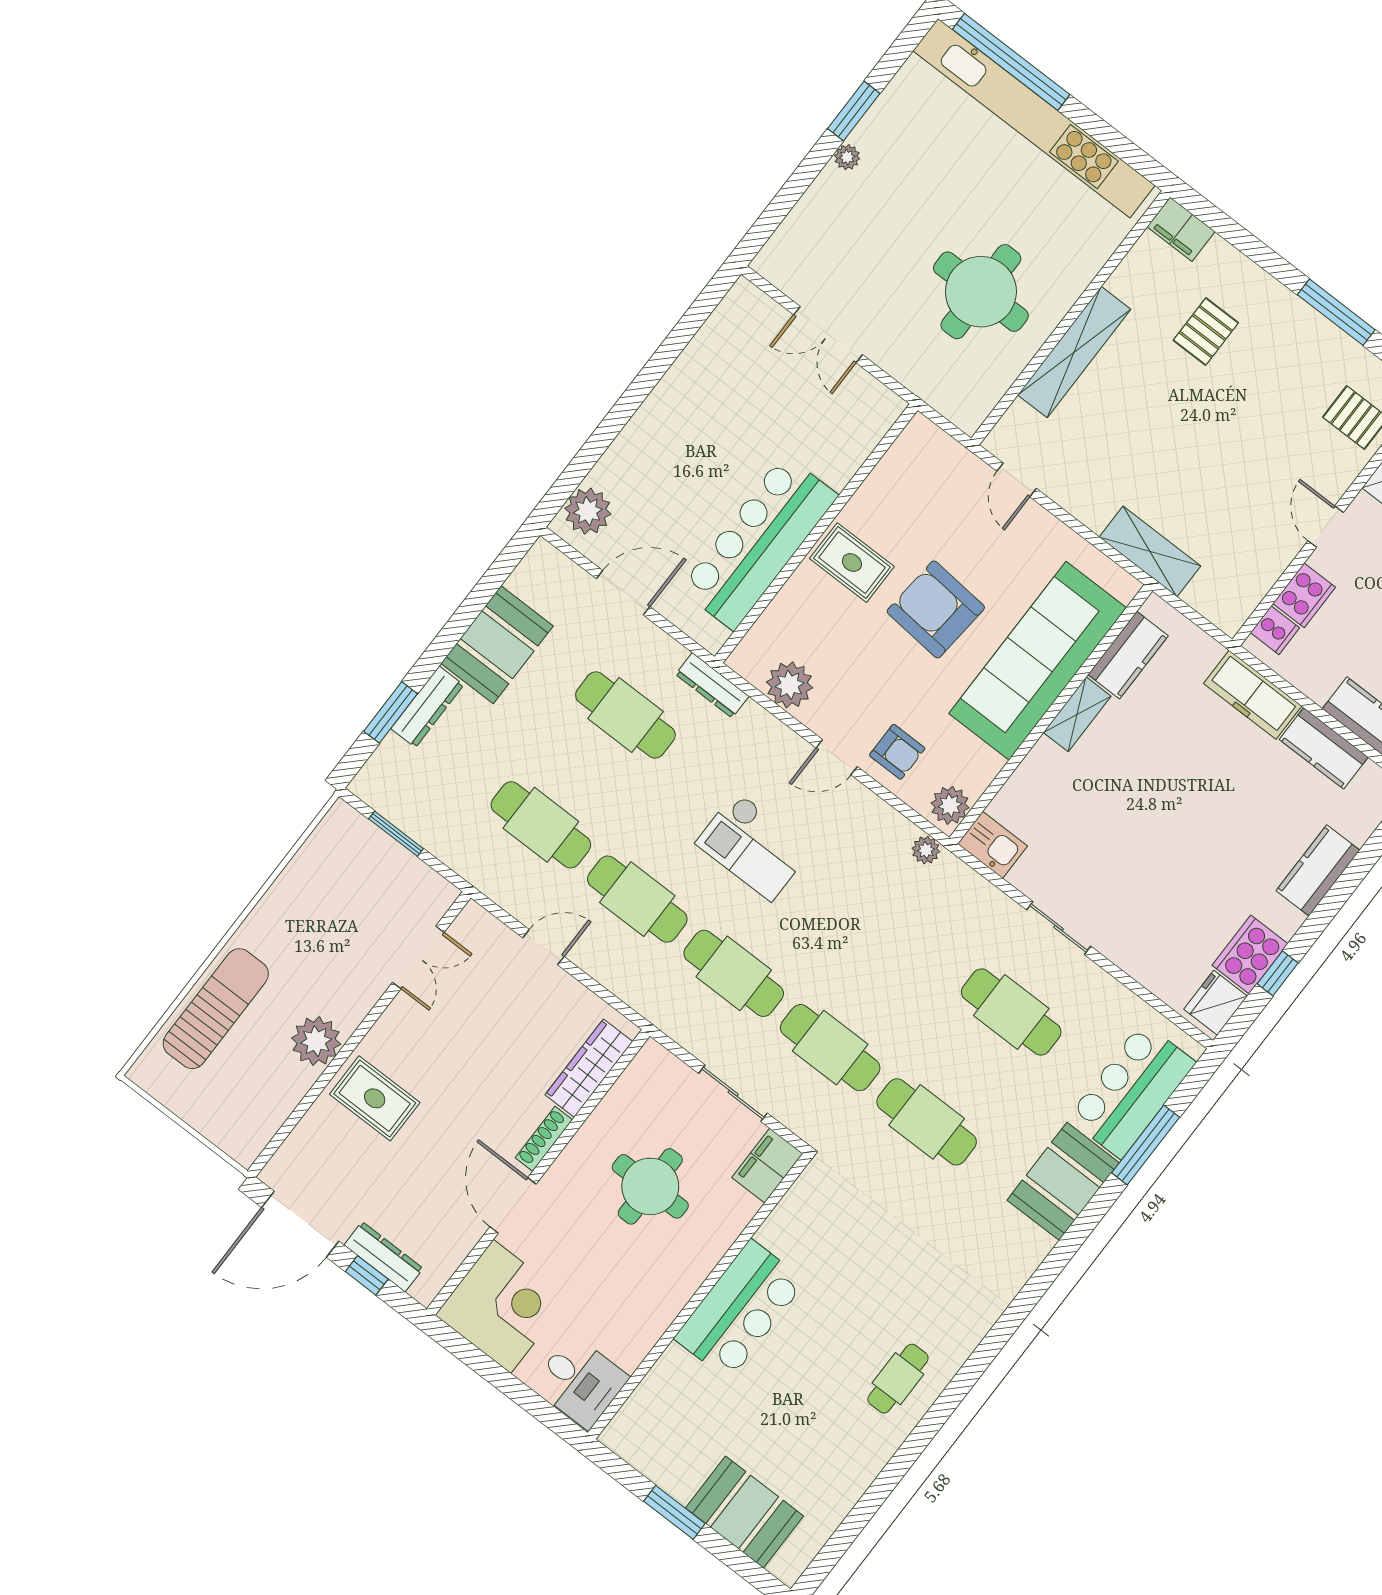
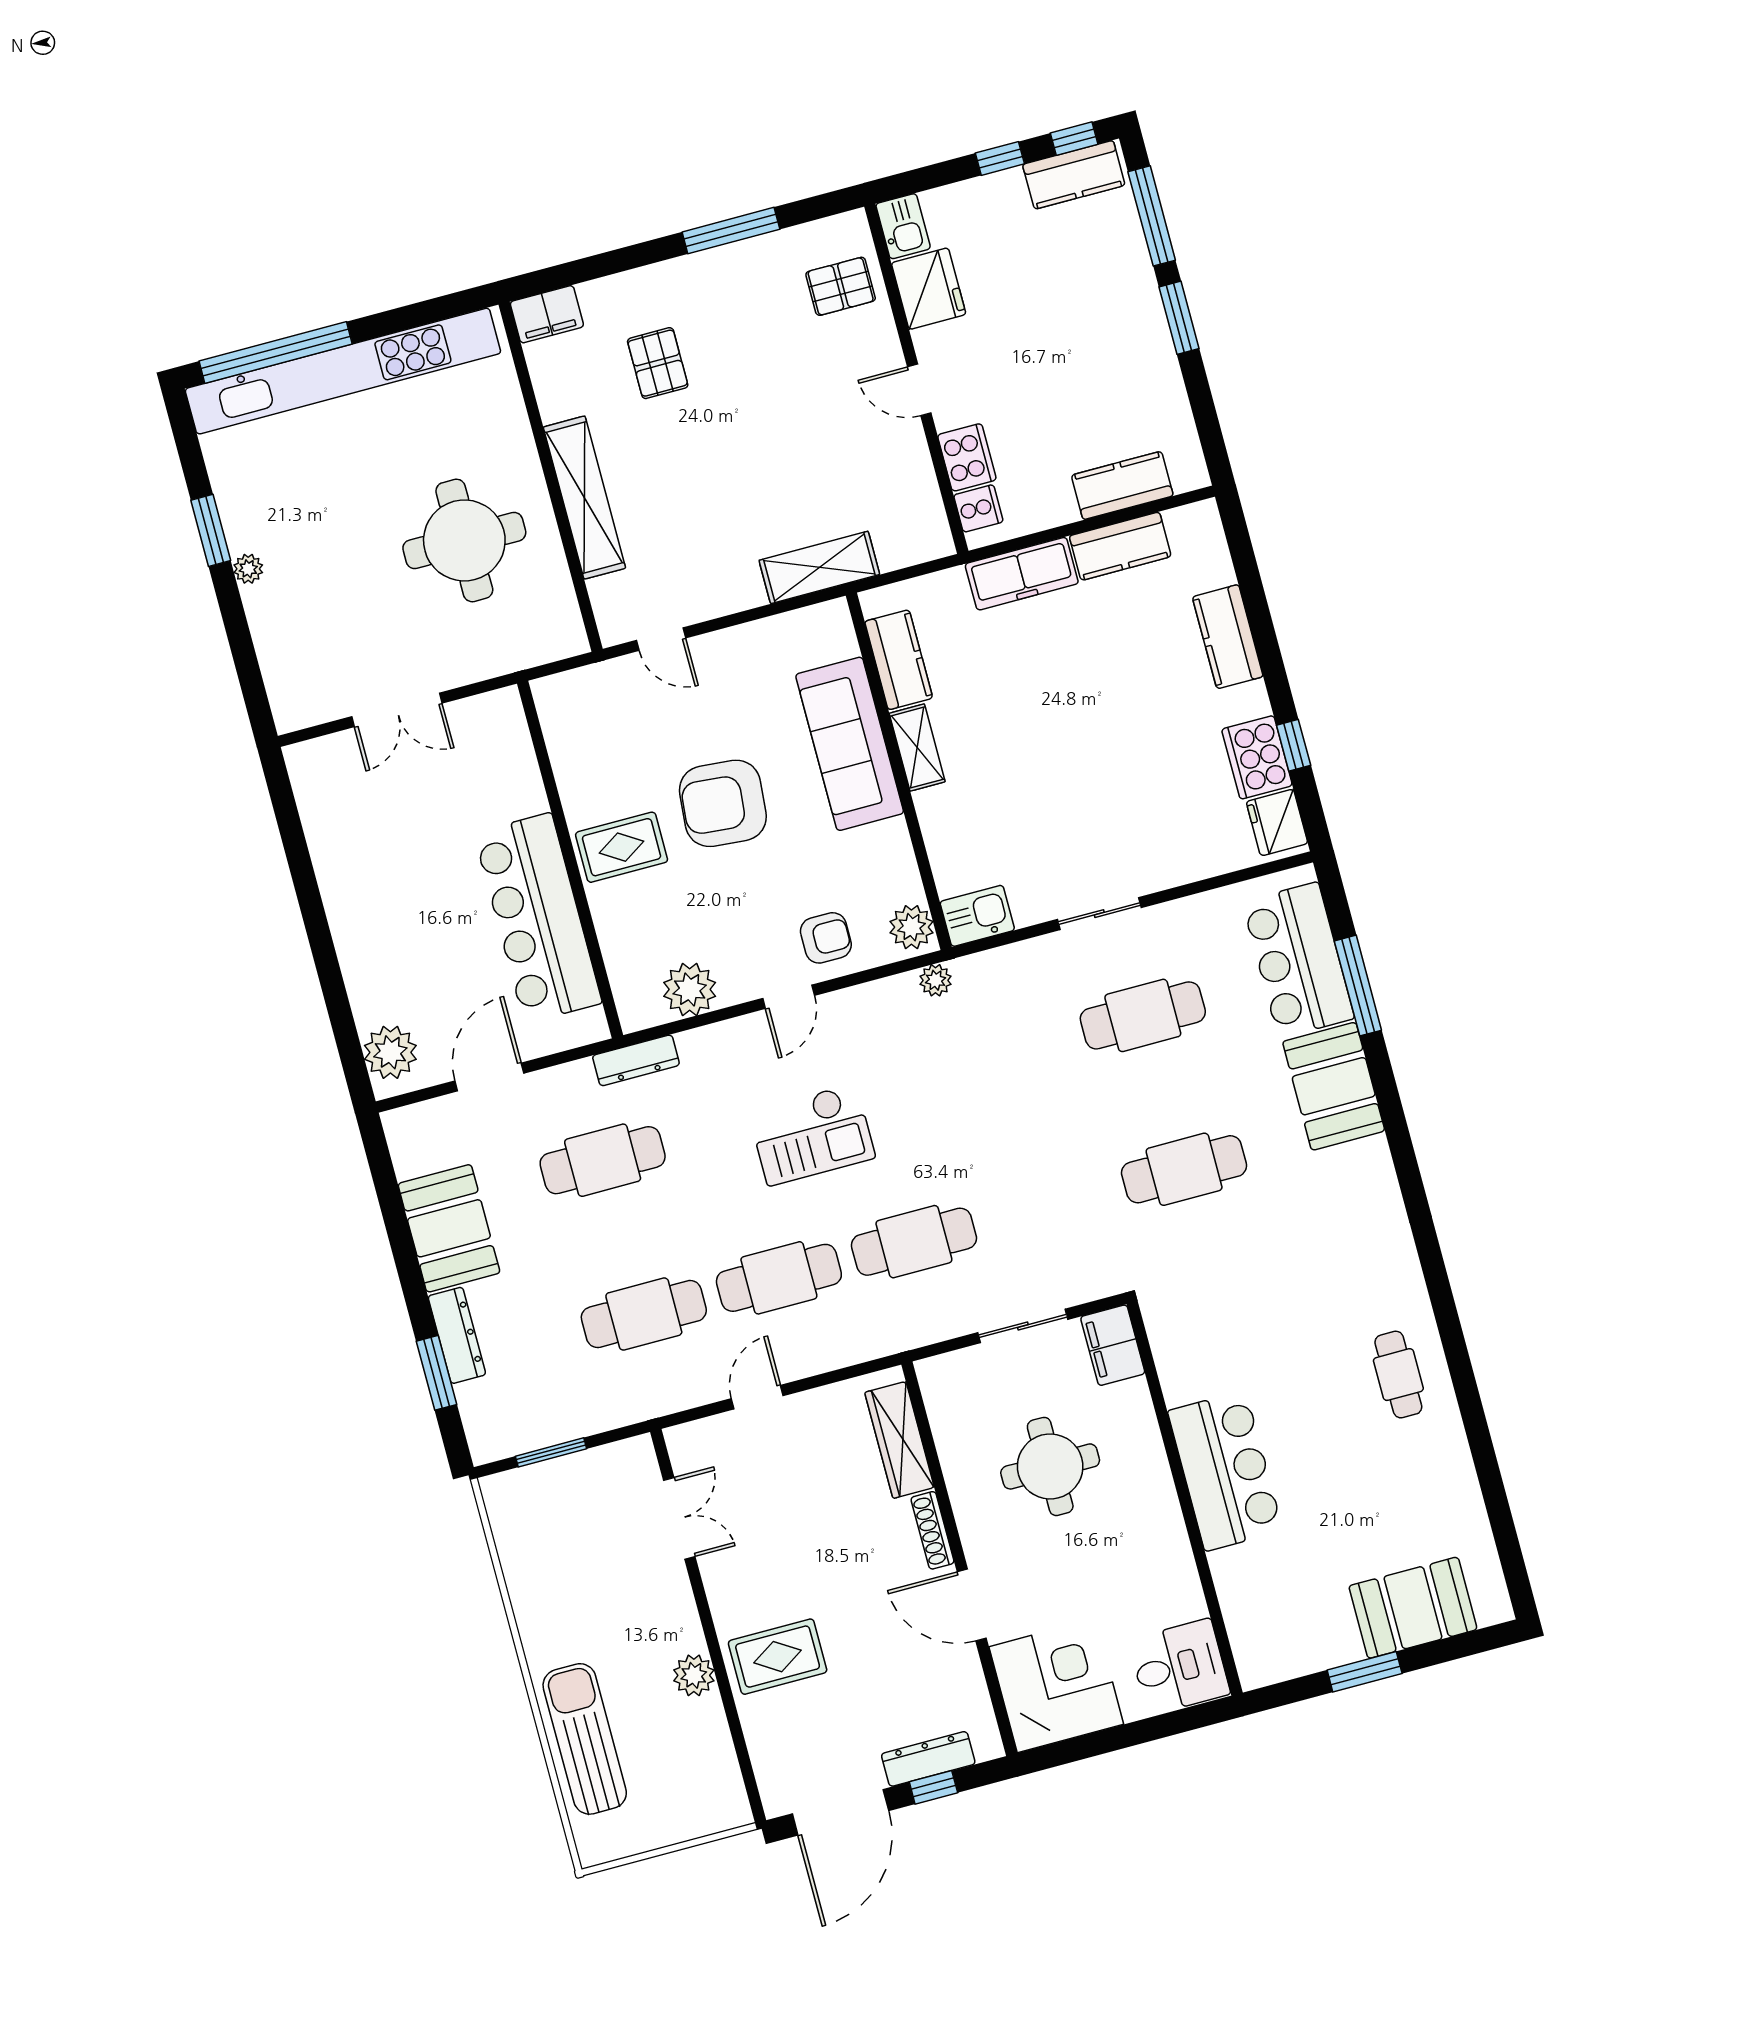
sofa: (1038, 661) -> (850, 744), width x0.74, depth x0.79
plant: (316, 1041) -> (694, 1675), width x0.73, depth x0.73
cafe table: (830, 1048) -> (1049, 1205), removed

